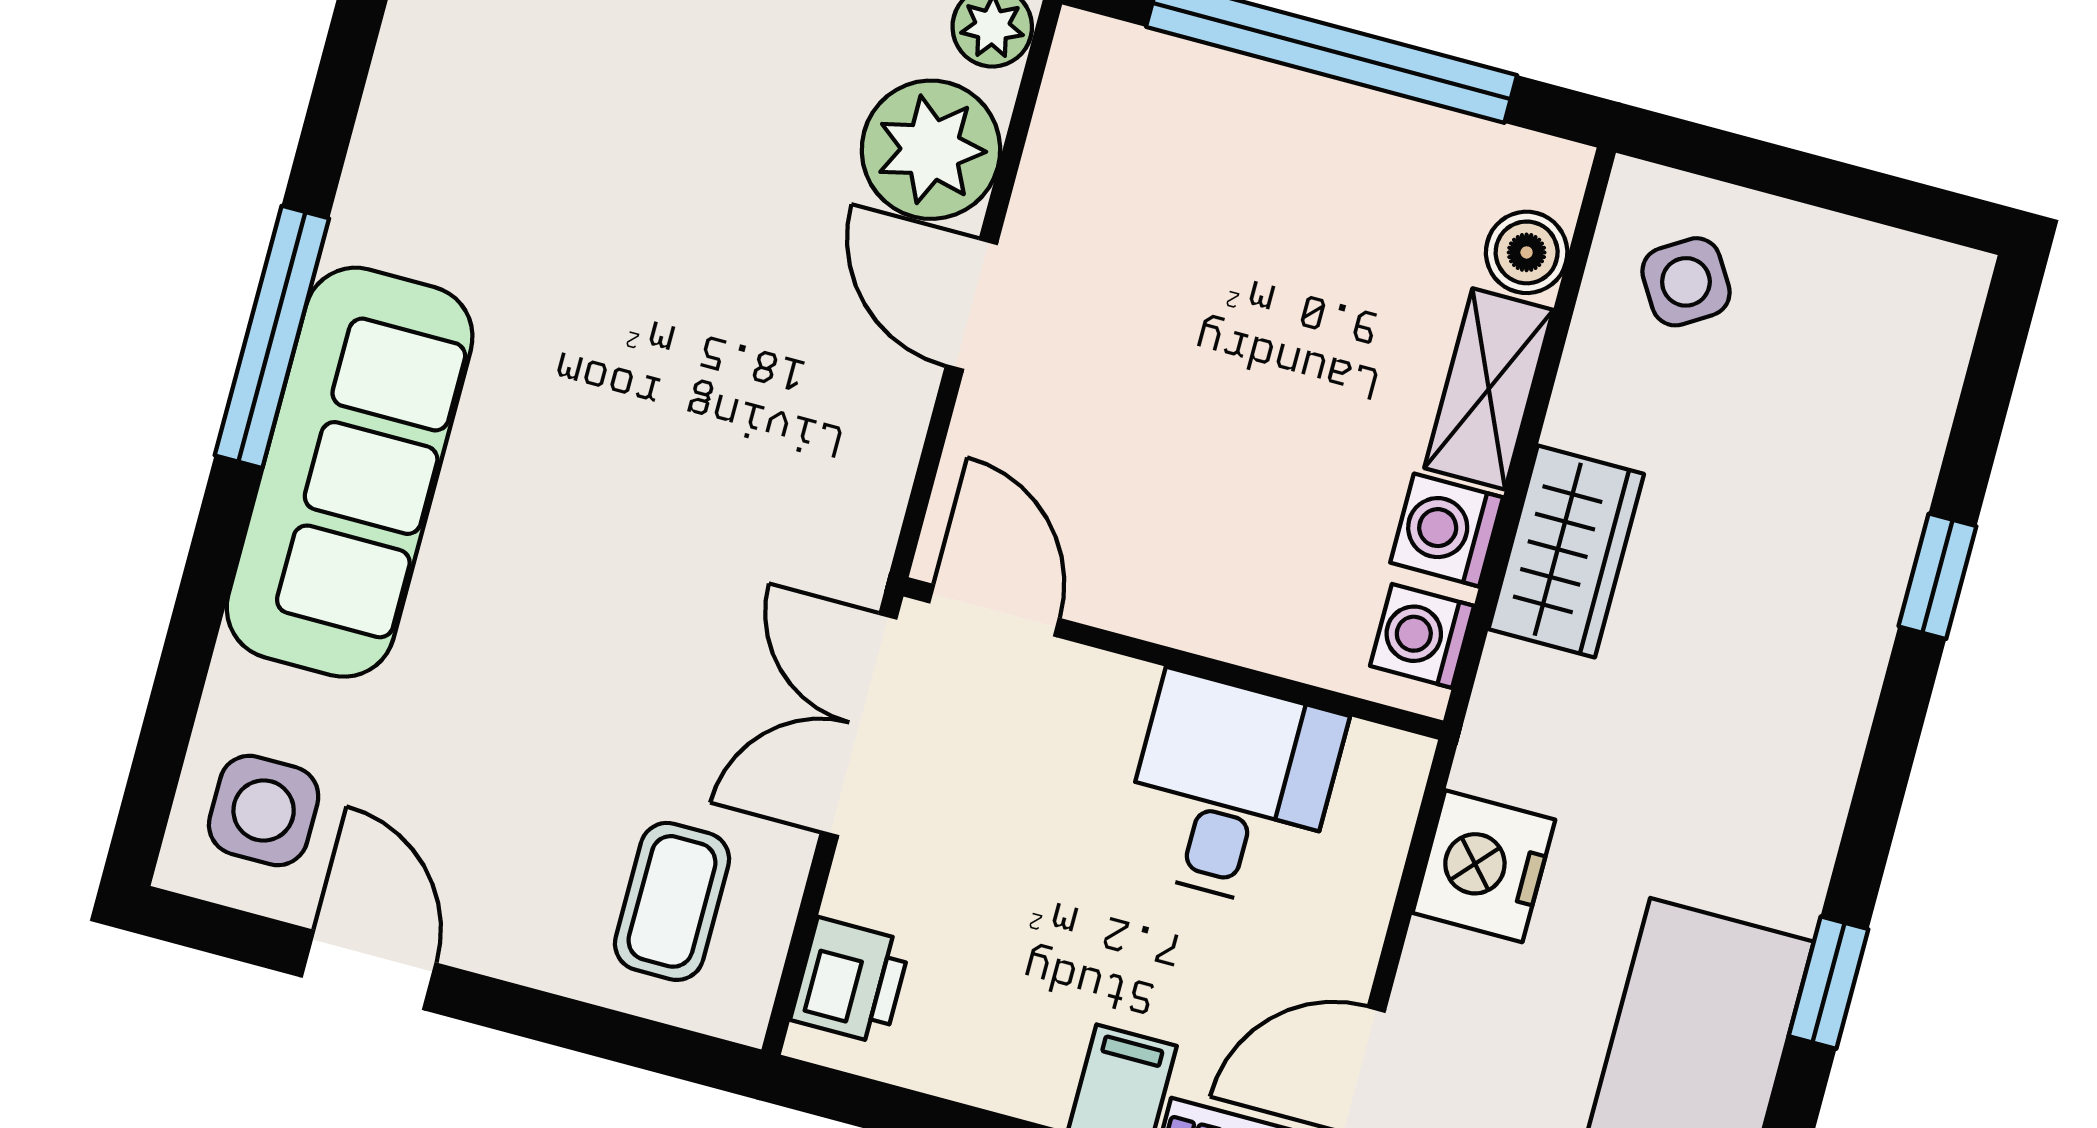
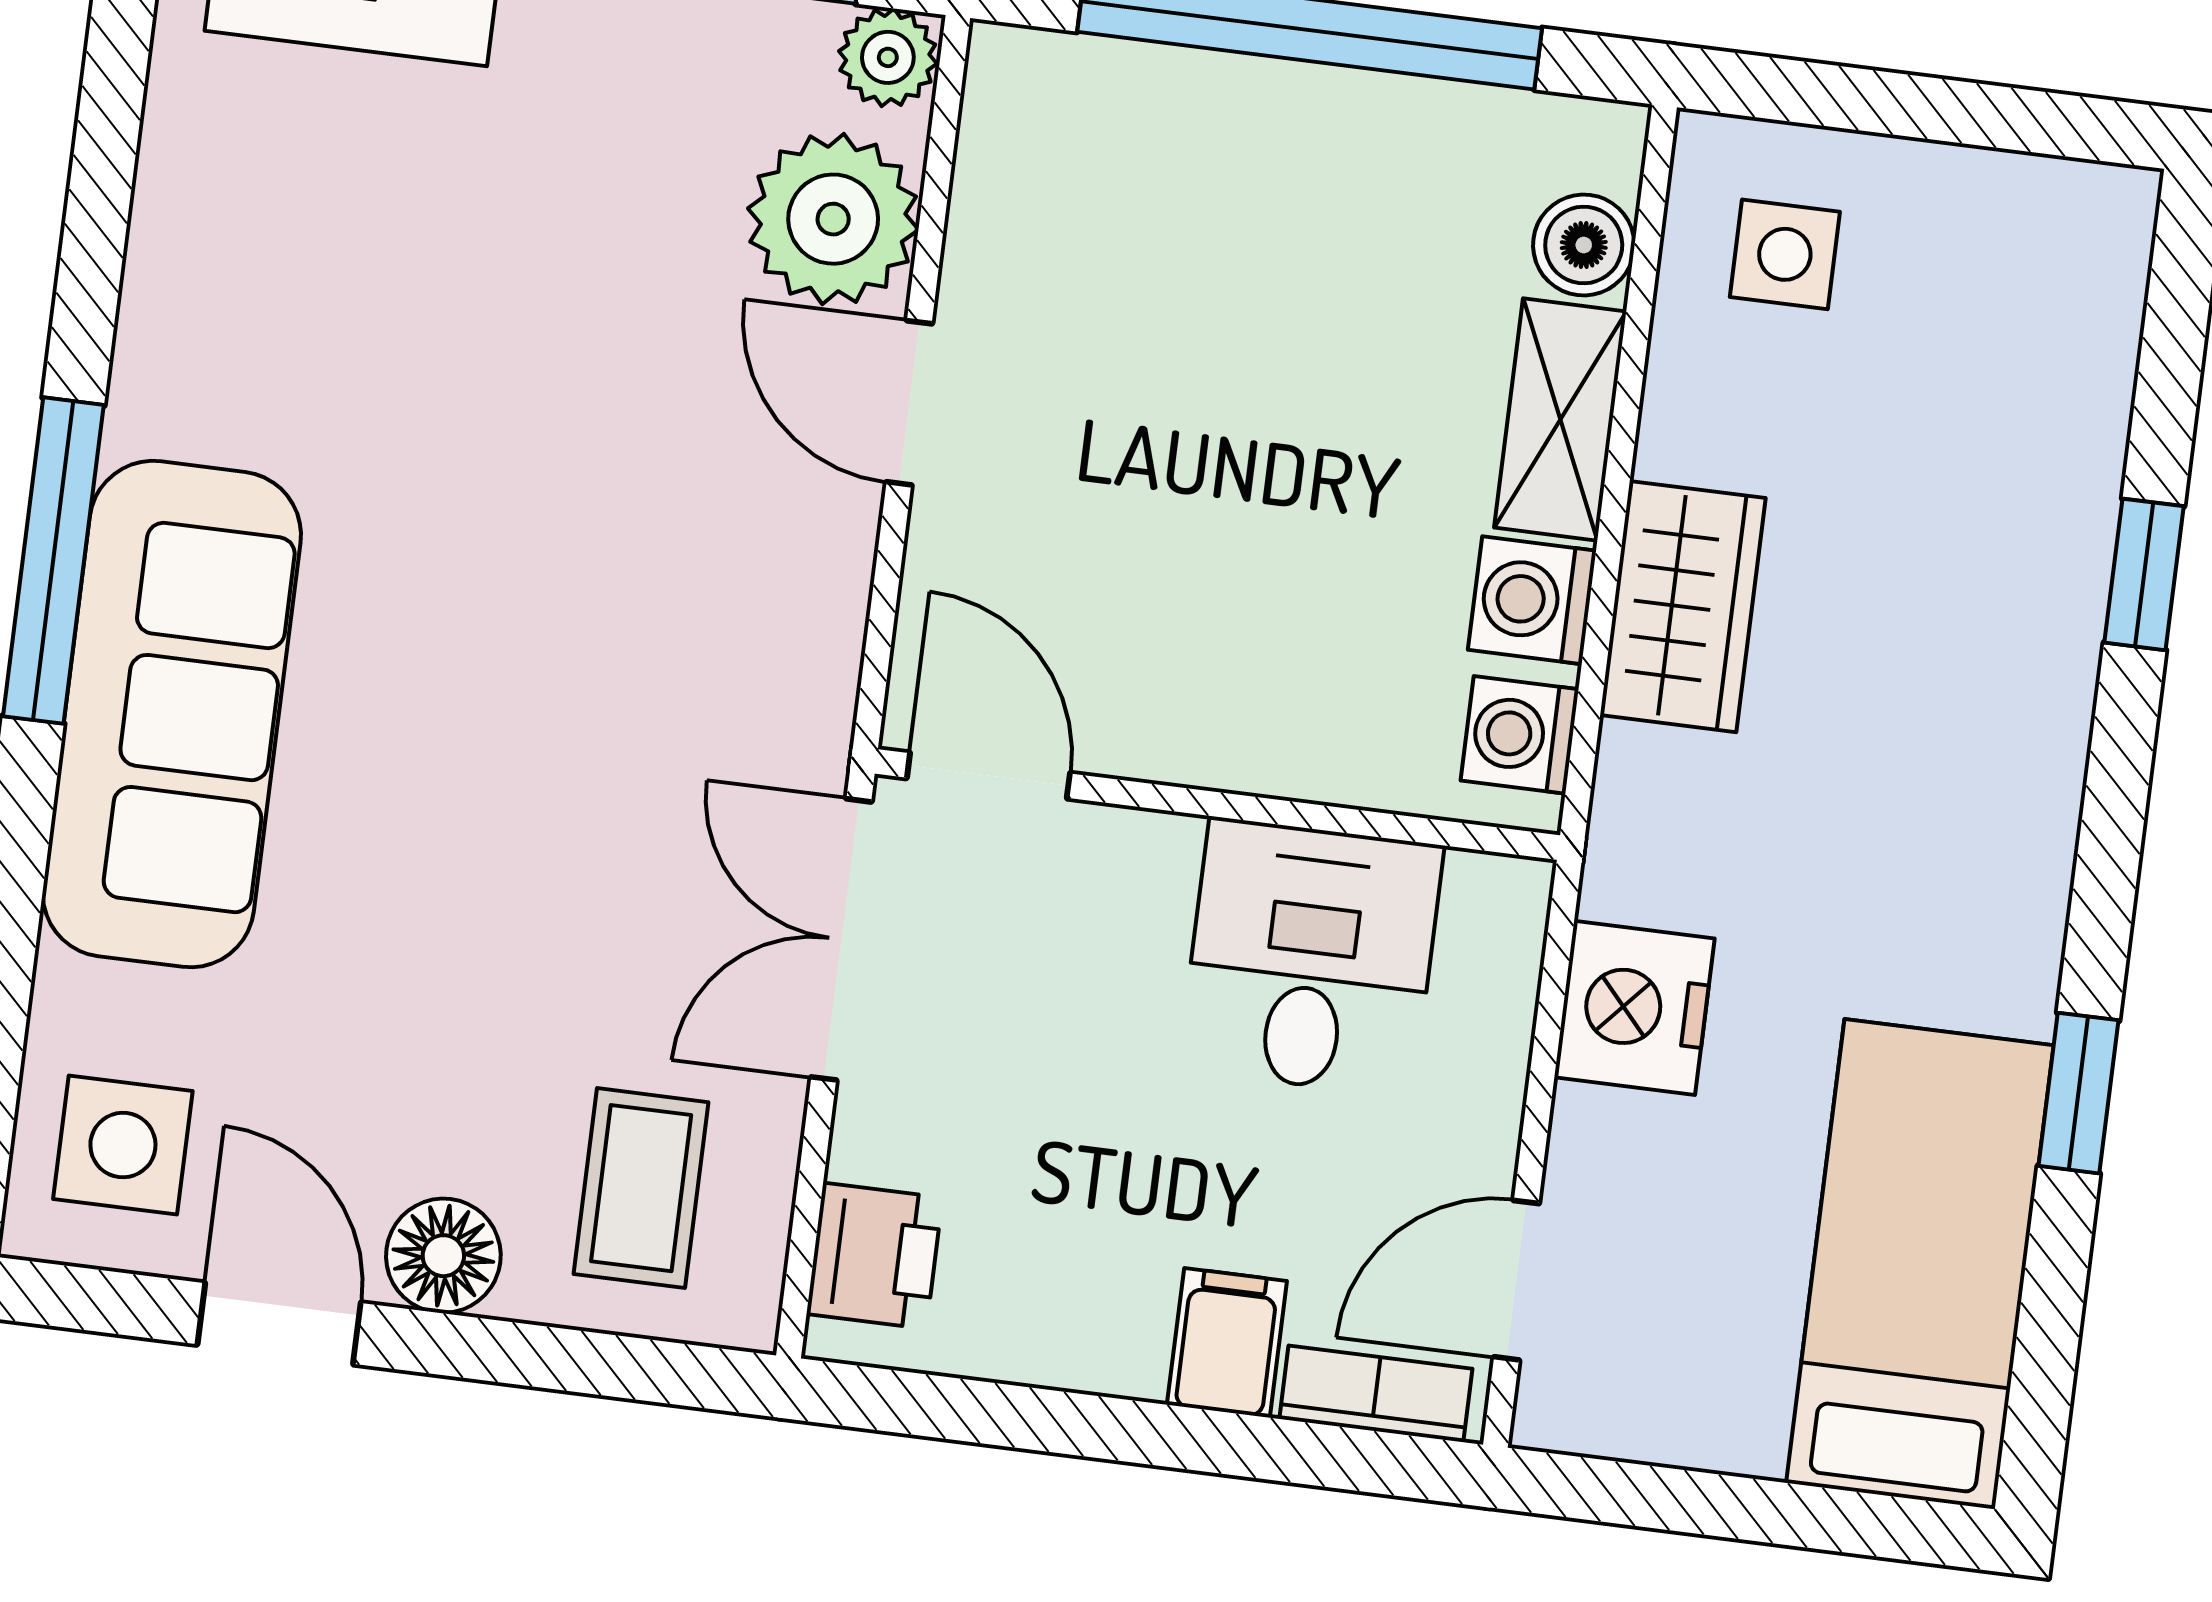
side table: (1686, 282) -> (1785, 254), turned 32
floor lamp: (507, 934) -> (443, 1256), added

